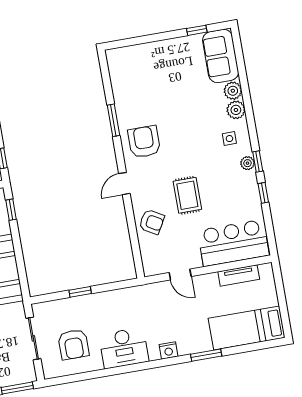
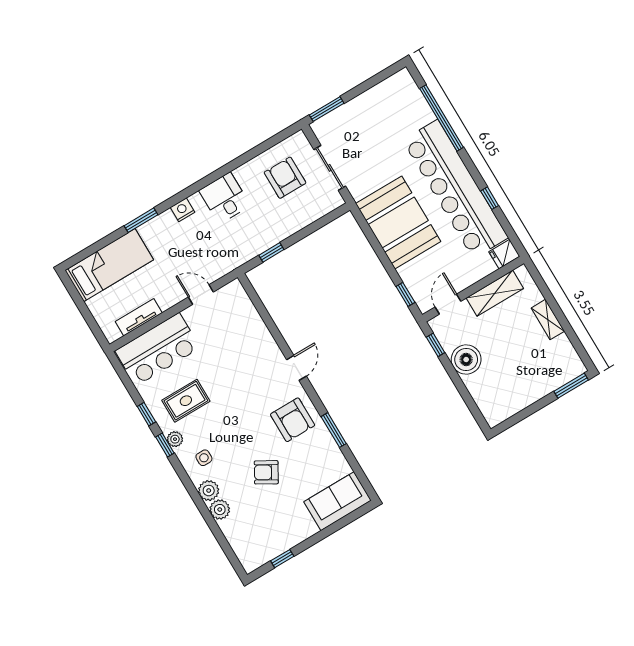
sofa: (221, 56) -> (338, 501), moved, turned -90
rug: (187, 195) -> (186, 401), moved, turned 90
armchair: (152, 222) -> (266, 472), moved
window: (80, 292) -> (271, 252), moved
desk: (124, 348) -> (225, 198), width x0.73

